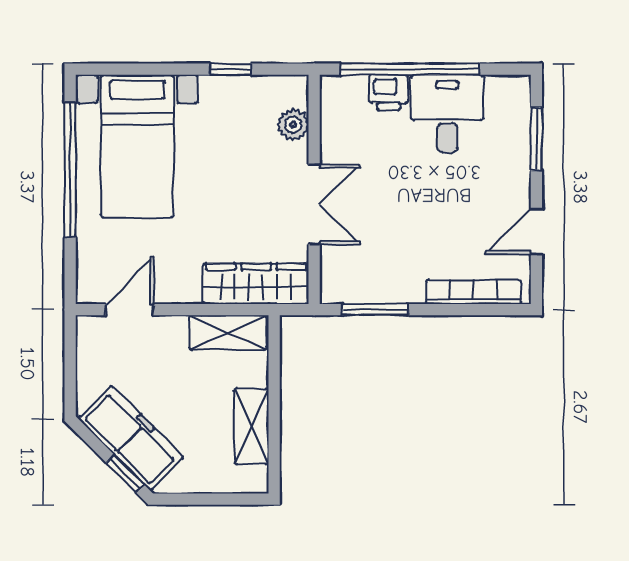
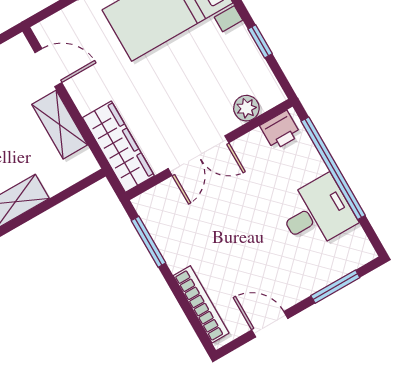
printer: (389, 92) -> (280, 130), moved, turned -90
shelving: (228, 332) -> (60, 125), moved

